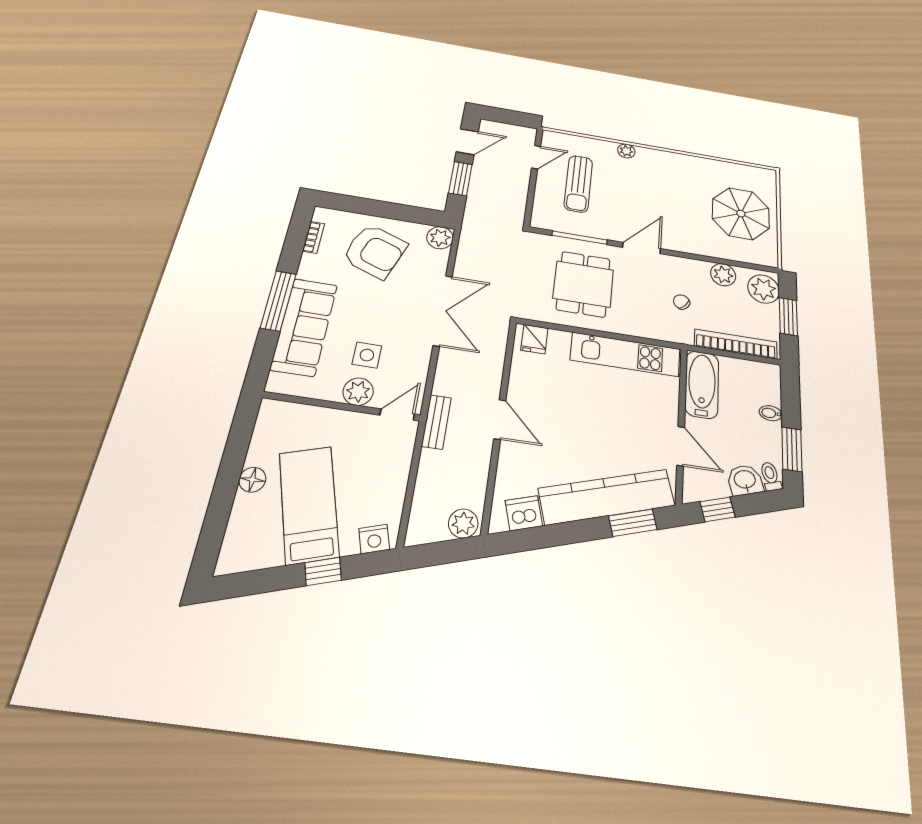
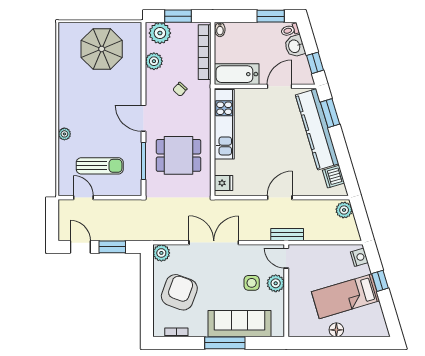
bidet: (771, 413) -> (220, 29), moved

